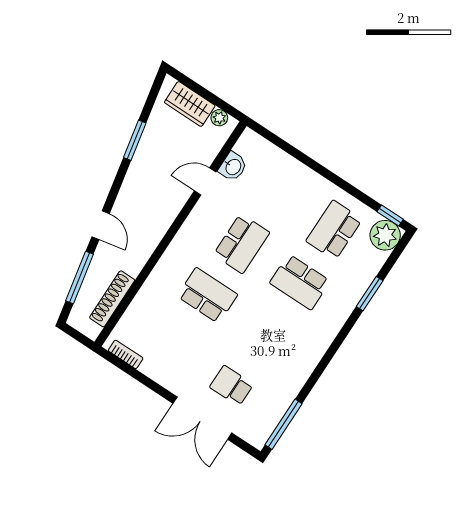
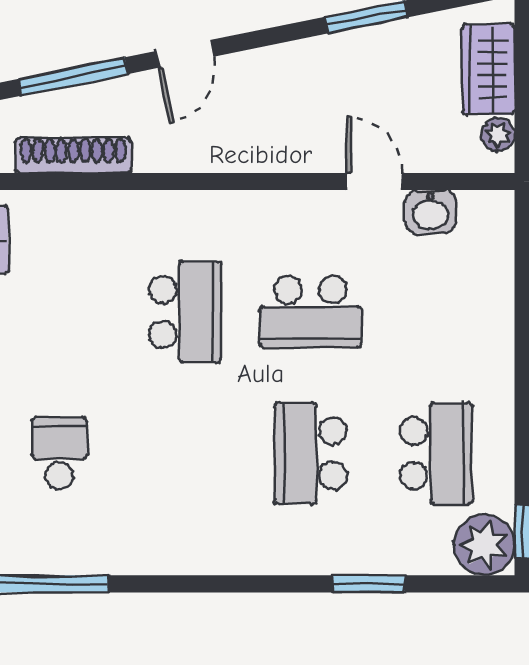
school desk: (334, 230) -> (436, 453), turned 90

